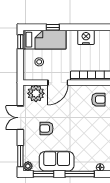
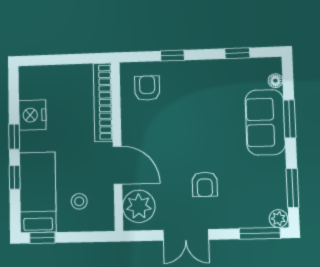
window: (75, 27) -> (14, 137), added
sofa: (57, 161) -> (265, 122), moved
window: (80, 174) -> (290, 119), width x0.69

